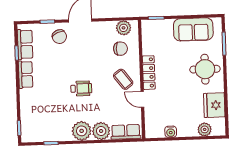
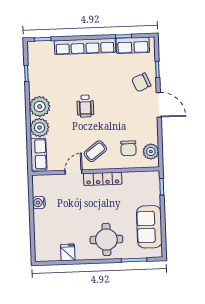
row of seats: (26, 75) -> (85, 46), width x2.02
fridge: (214, 105) -> (68, 252), width x0.53, depth x0.75
plant: (205, 129) -> (41, 239), removed

